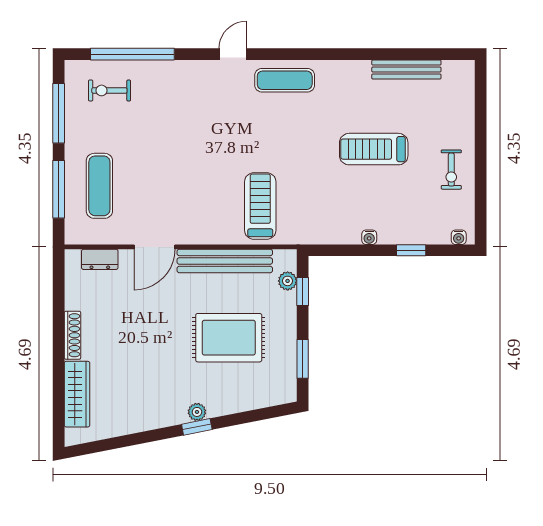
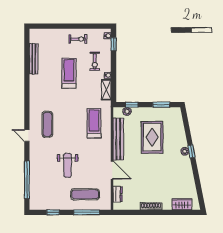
exercise mat: (285, 80) -> (47, 124), moved
exercise bike: (109, 90) -> (95, 61), moved
window: (59, 113) -> (53, 212), width x0.46
weight bench: (165, 146) -> (68, 165), added
treadmill: (374, 149) -> (69, 73), turned 180
treadmill: (260, 206) -> (94, 123), turned 90
shelving: (337, 234) -> (106, 90), added
window: (411, 250) -> (114, 44), moved
wardrobe: (77, 394) -> (182, 204), width x0.67

